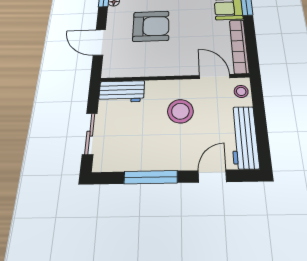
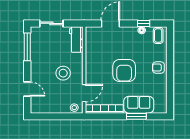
armchair: (151, 26) -> (124, 70), moved
workbench: (244, 137) -> (48, 107), removed
window: (151, 177) -> (27, 47), moved

